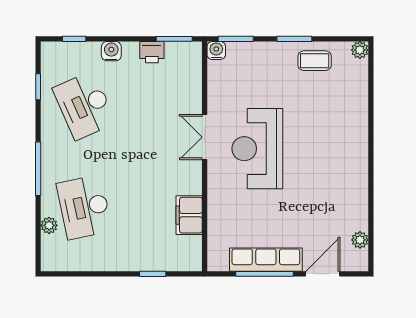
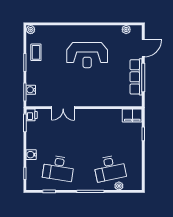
water cooler: (216, 50) -> (31, 90), moved
printer: (152, 52) -> (32, 115), moved
desk: (84, 105) -> (59, 168), turned 33
double door: (205, 137) -> (63, 108), moved
reception desk: (257, 149) -> (87, 55), moved
filing cabinet: (189, 215) -> (132, 116), moved
door: (323, 274) -> (143, 48), swing flipped

